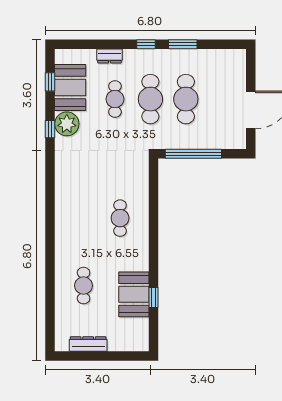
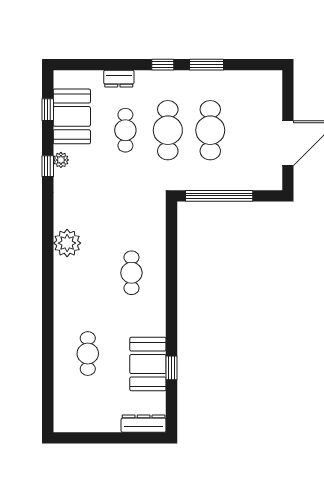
plant: (67, 124) -> (61, 160), width x0.53, depth x0.53
plant: (66, 193) -> (67, 243), added
dresser: (88, 344) -> (144, 424), moved

